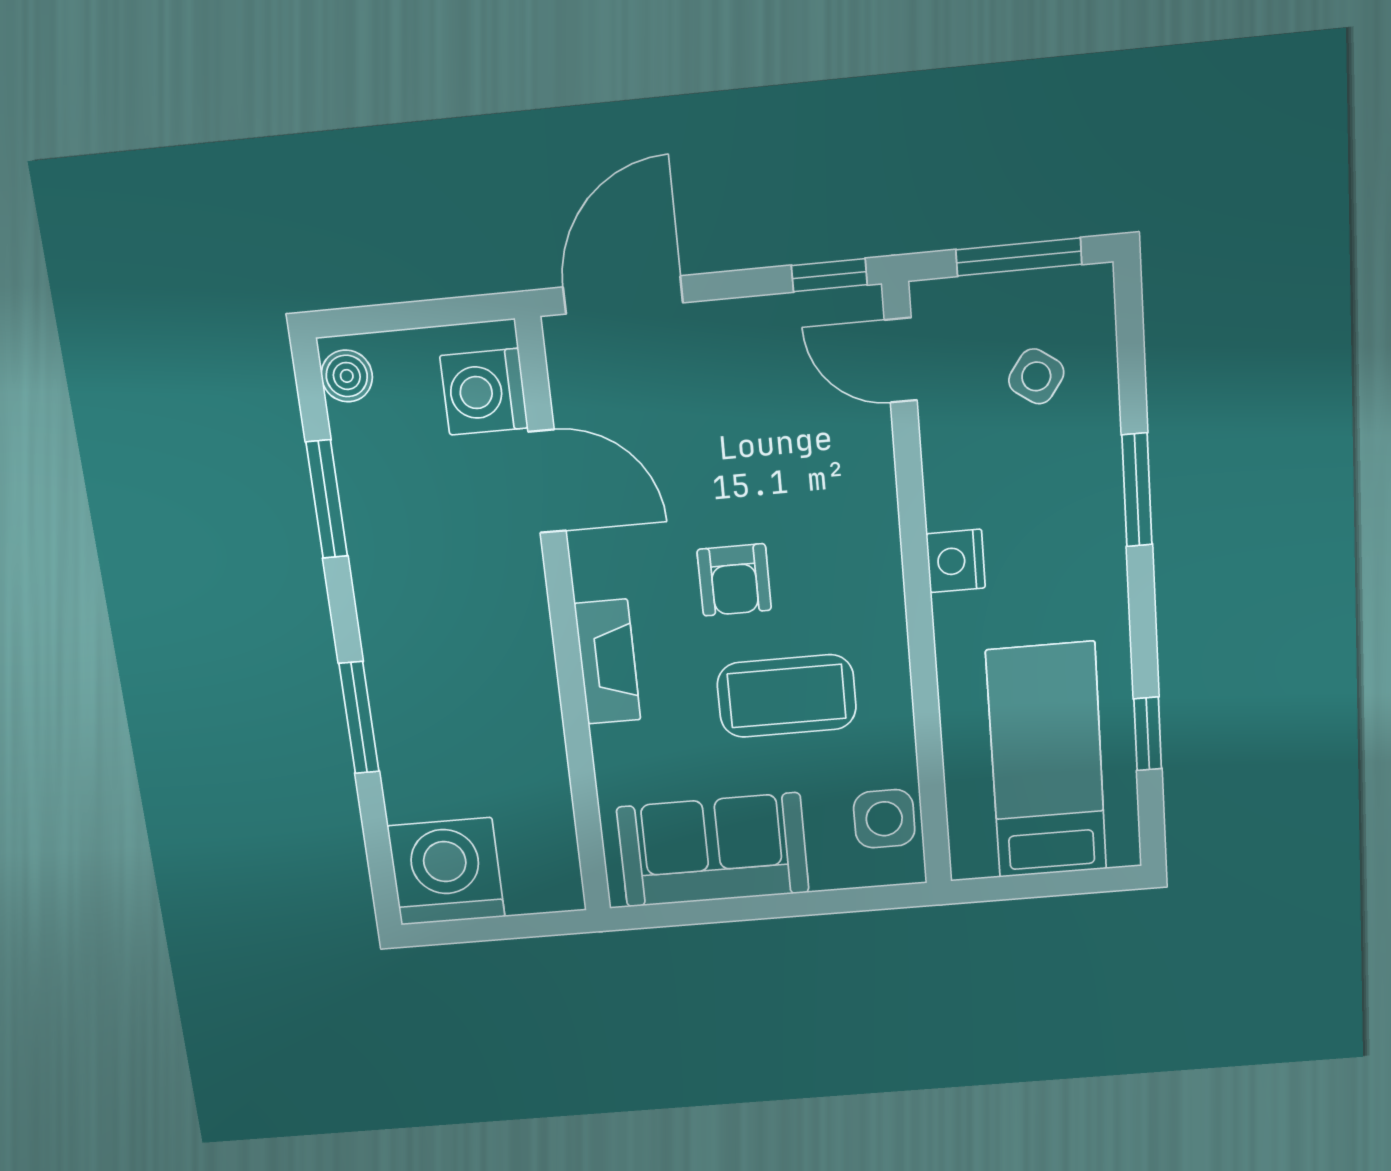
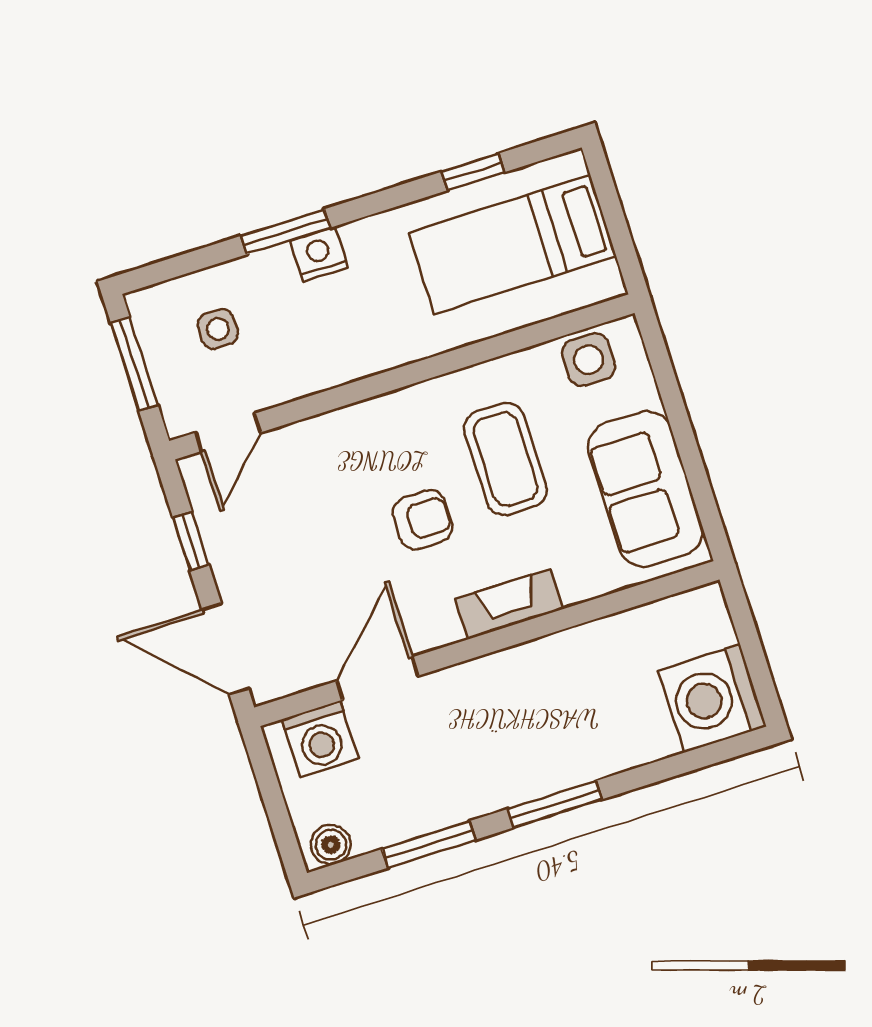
window: (829, 275) -> (191, 541), moved
side table: (1036, 376) -> (218, 329), turned -35
nightstand: (956, 561) -> (319, 254), moved, turned 180
window: (359, 718) -> (555, 804), moved

